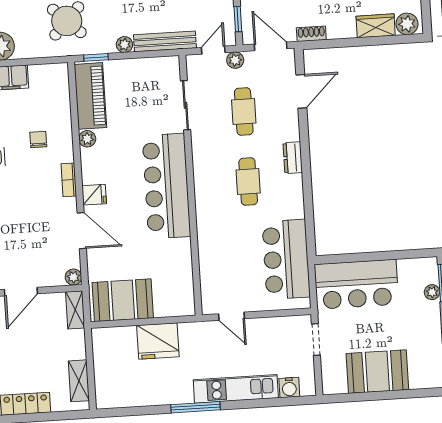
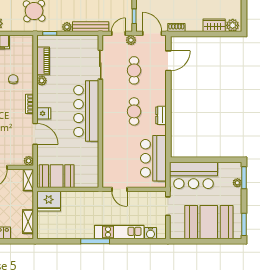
piano: (90, 96) -> (43, 61), width x0.73, depth x0.75
dresser: (293, 158) -> (161, 115), moved
fridge: (158, 341) -> (49, 201), moved
booth: (377, 372) -> (209, 222), width x1.36, depth x1.42

